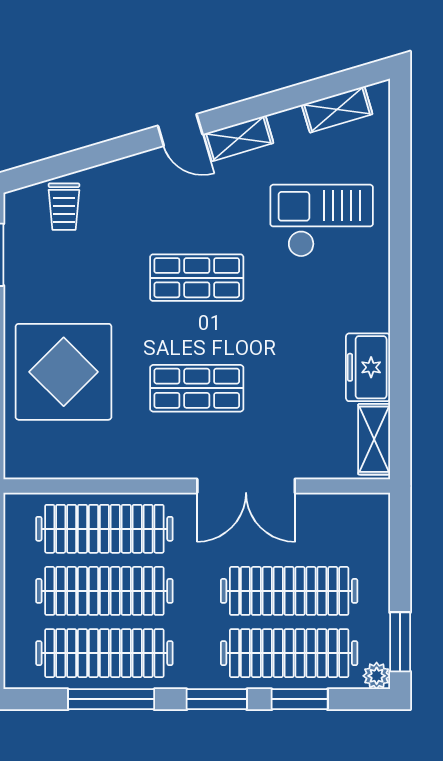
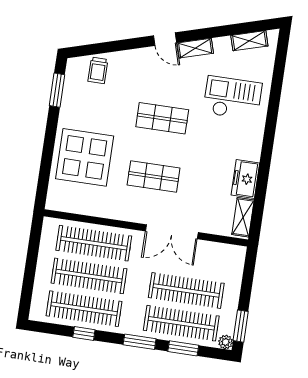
window: (111, 699) -> (84, 334), width x0.46

